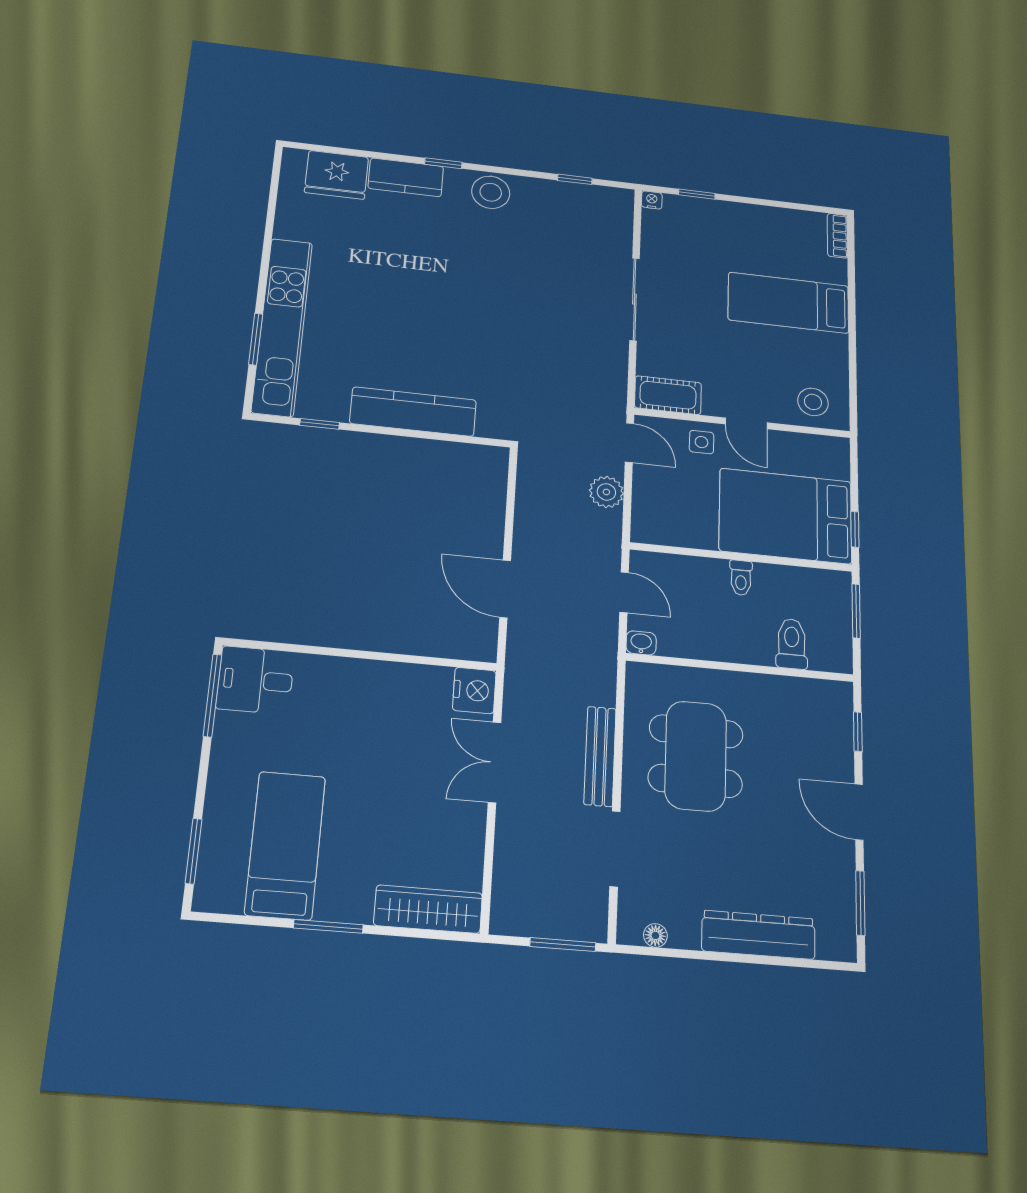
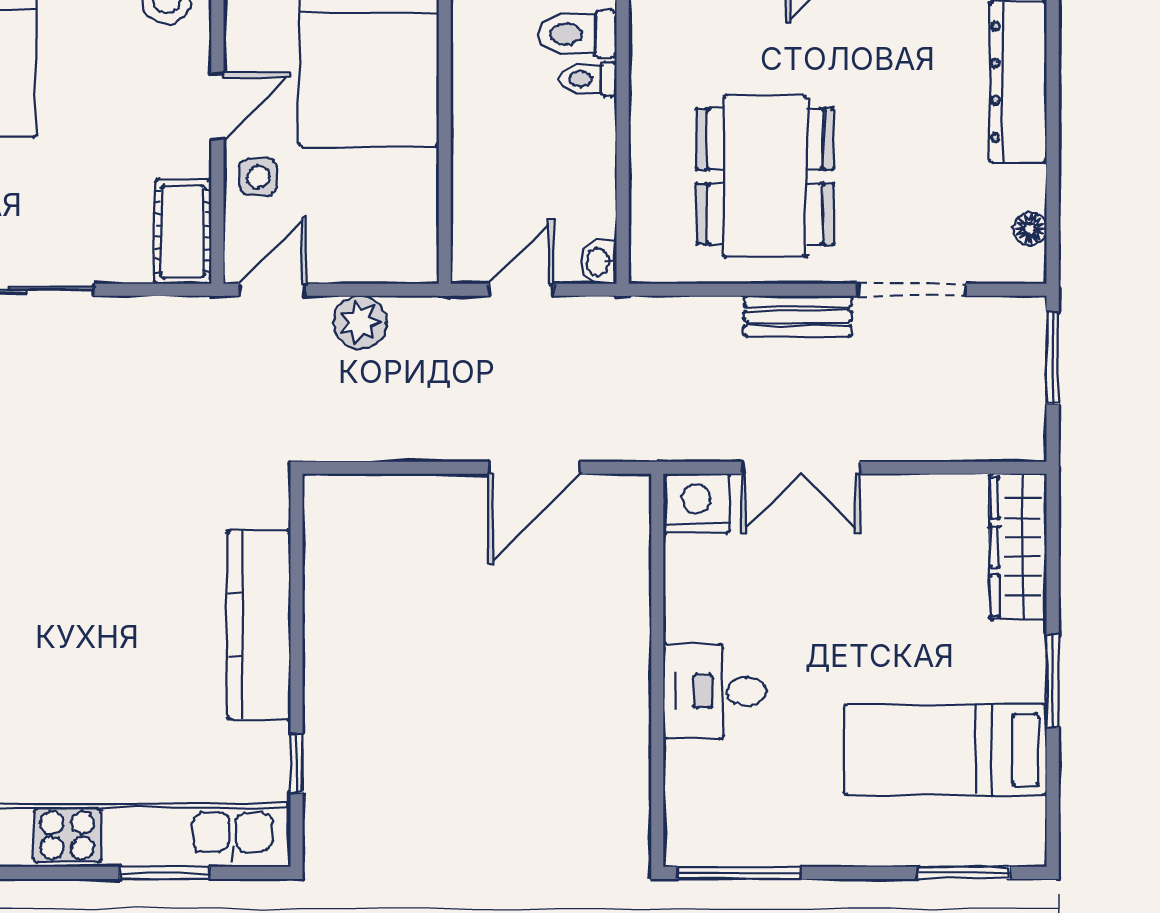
toilet: (741, 578) -> (588, 79), moved, turned 180
desk: (255, 680) -> (714, 691), moved, turned 90
bench: (600, 756) -> (798, 316), width x0.73
dining table: (696, 756) -> (765, 176), turned 90

